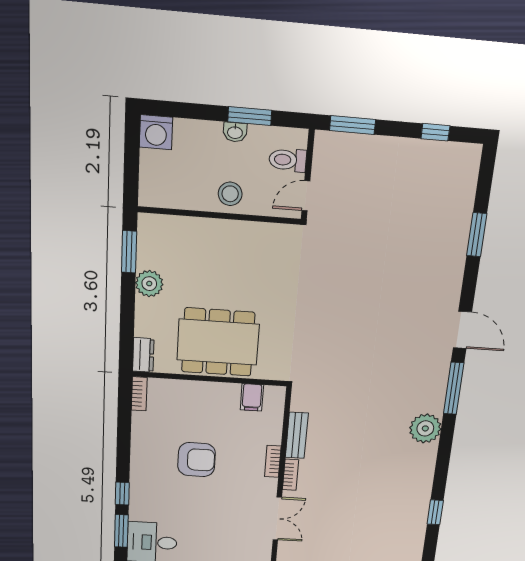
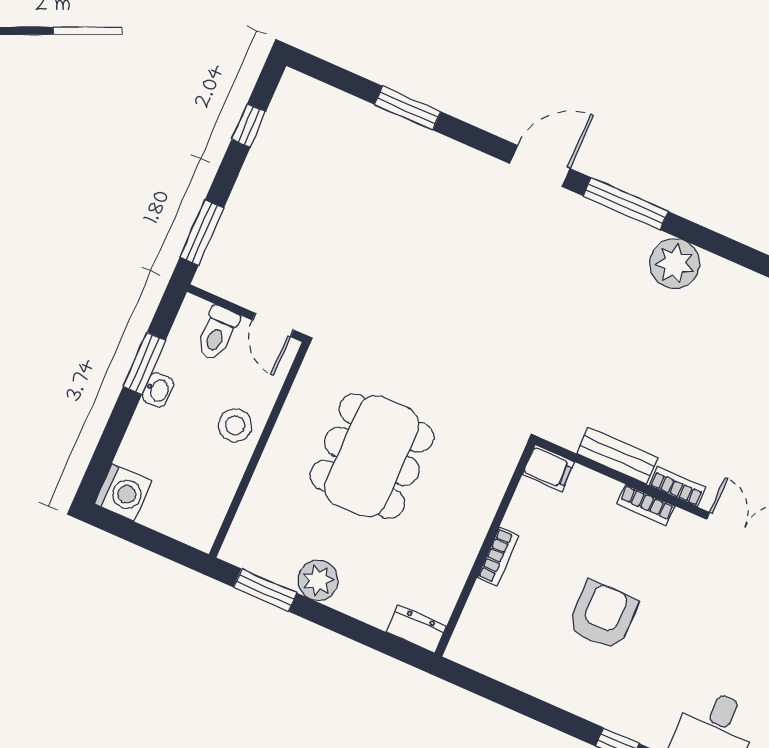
dining table: (218, 342) -> (372, 456), moved
bookcase: (139, 394) -> (498, 556), moved, turned 90
filing cabinet: (252, 397) -> (549, 468), moved

